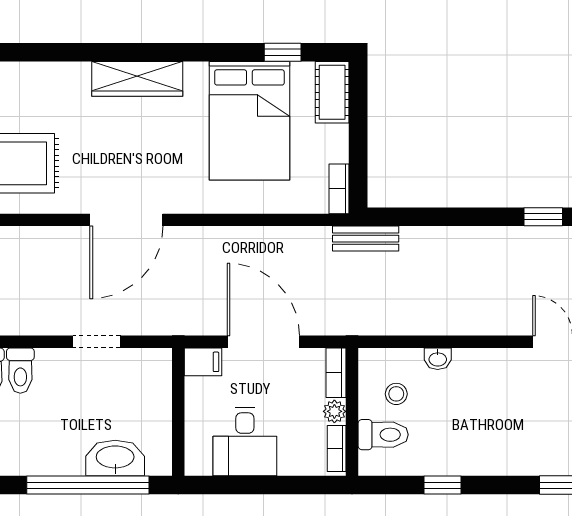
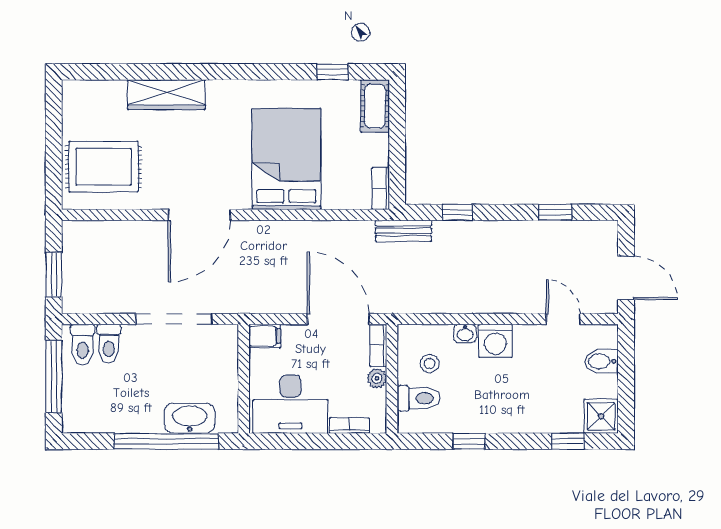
wardrobe: (137, 79) -> (166, 95), moved
bed: (249, 121) -> (286, 159), moved, turned 180
window: (429, 217) -> (457, 212), added
doorway: (97, 342) -> (174, 319), width x1.87
door: (263, 342) -> (338, 319), moved
washing machine: (473, 368) -> (495, 341), added
desk: (245, 442) -> (290, 404), width x1.37
bookcase: (337, 448) -> (349, 426), moved, turned 90

